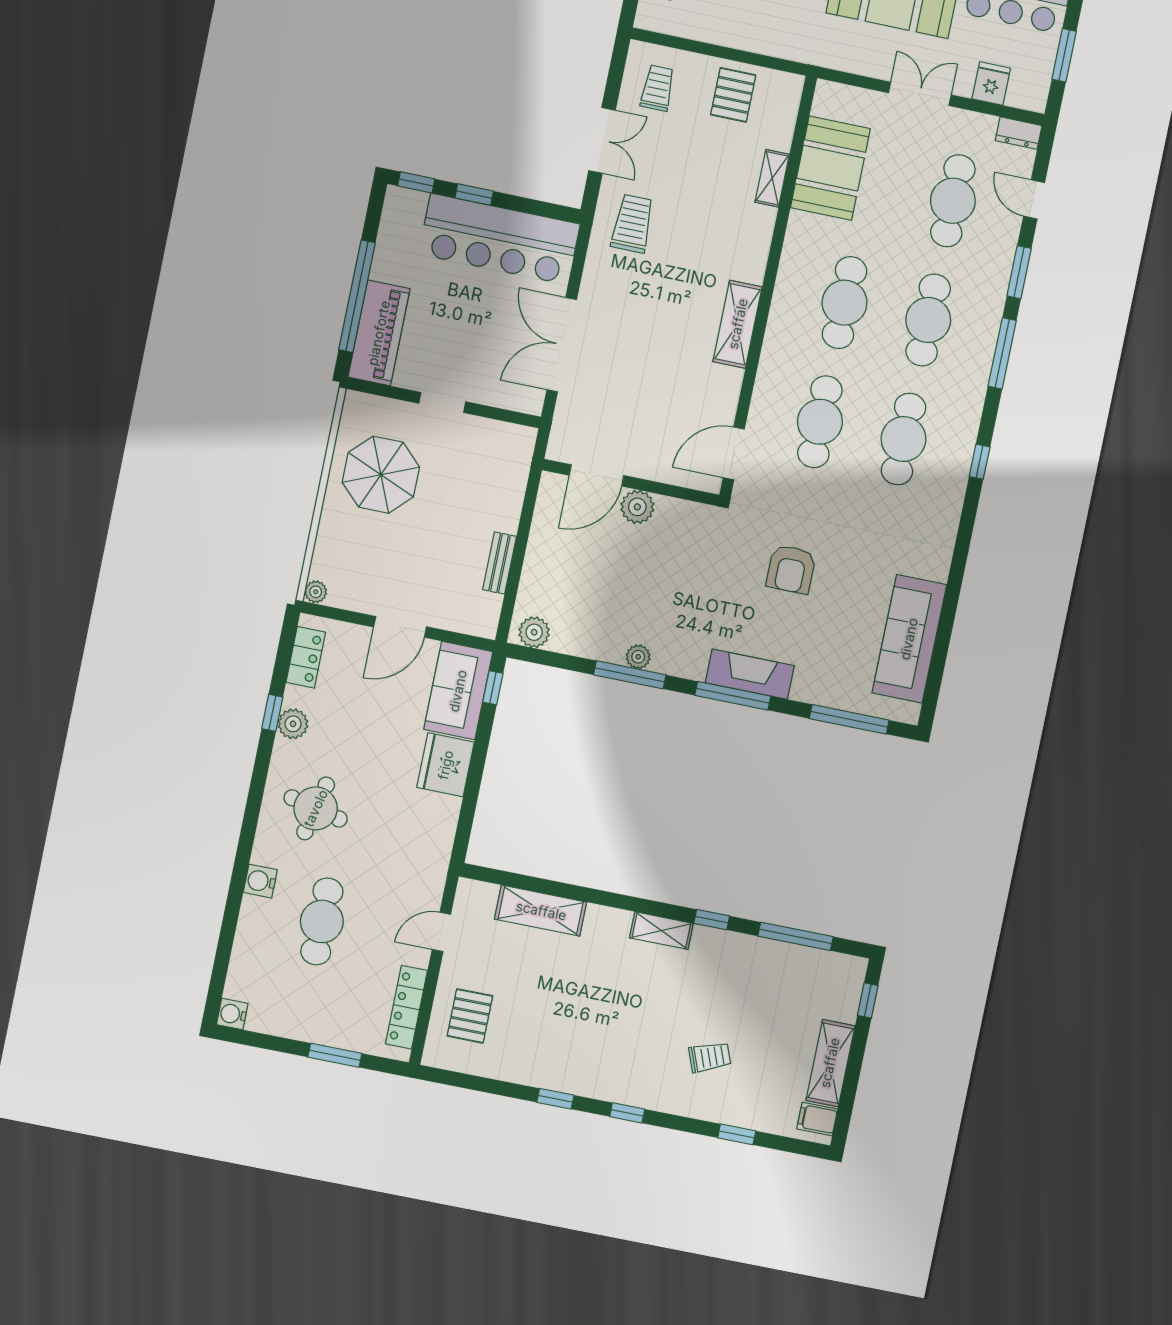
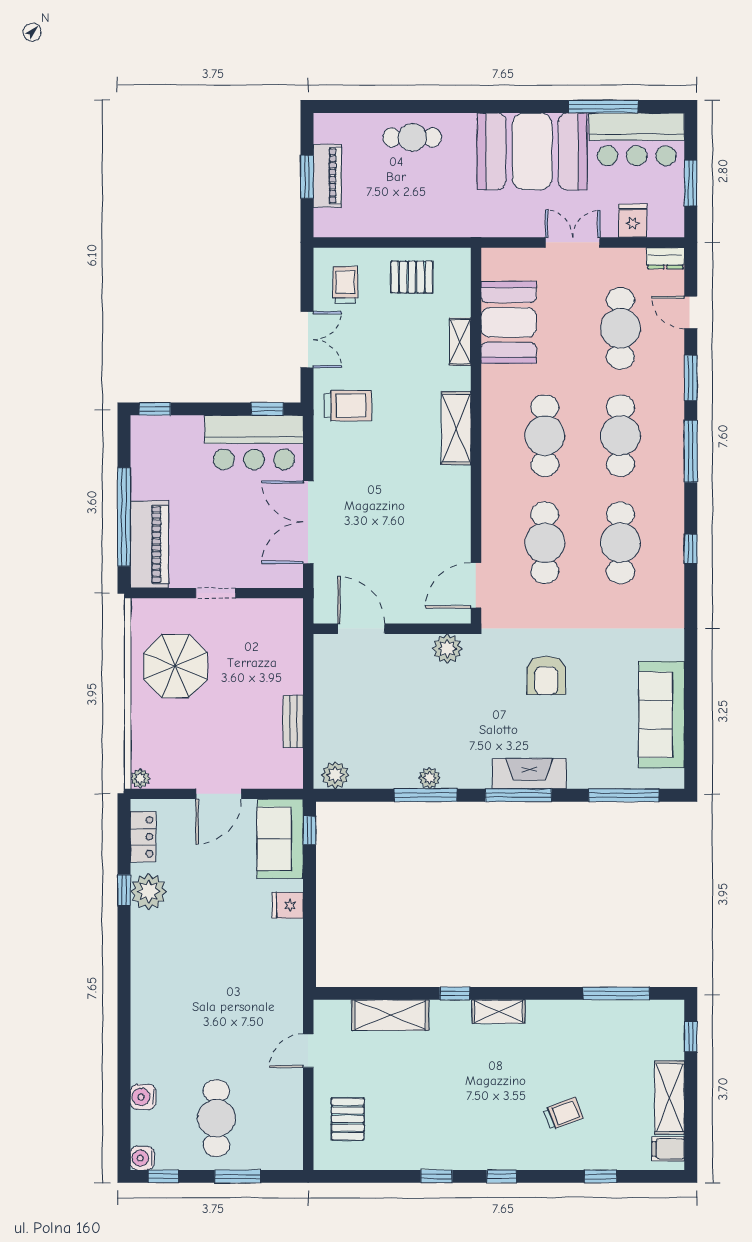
pallet: (733, 95) -> (412, 277), turned 90
window: (474, 195) -> (267, 409), moved
trolley: (632, 224) -> (348, 406), turned 90
bar counter: (499, 239) -> (254, 443), width x0.73
shelving: (738, 324) -> (456, 428), moved
door: (597, 475) -> (361, 629), swing flipped
plant: (637, 507) -> (447, 649), moved
plant: (293, 724) -> (149, 891), width x1.36, depth x1.36
fridge: (446, 765) -> (288, 905), width x0.53, depth x0.75
round table: (316, 808) -> (178, 966), removed
water cooler: (260, 881) -> (143, 1097), moved
window: (712, 920) -> (455, 993), moved
cafe table: (322, 921) -> (216, 1118), moved
locker: (407, 1007) -> (291, 1122), removed
window: (251, 1039) -> (163, 1176), added

